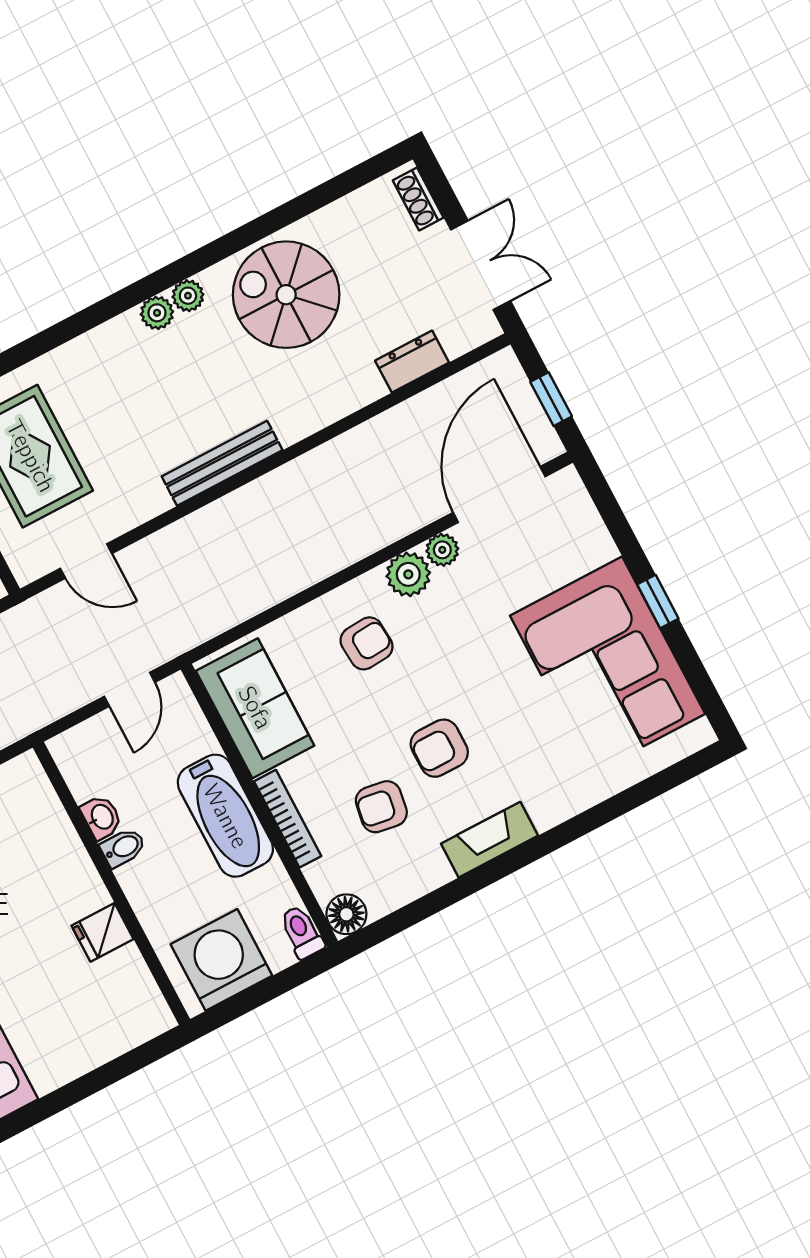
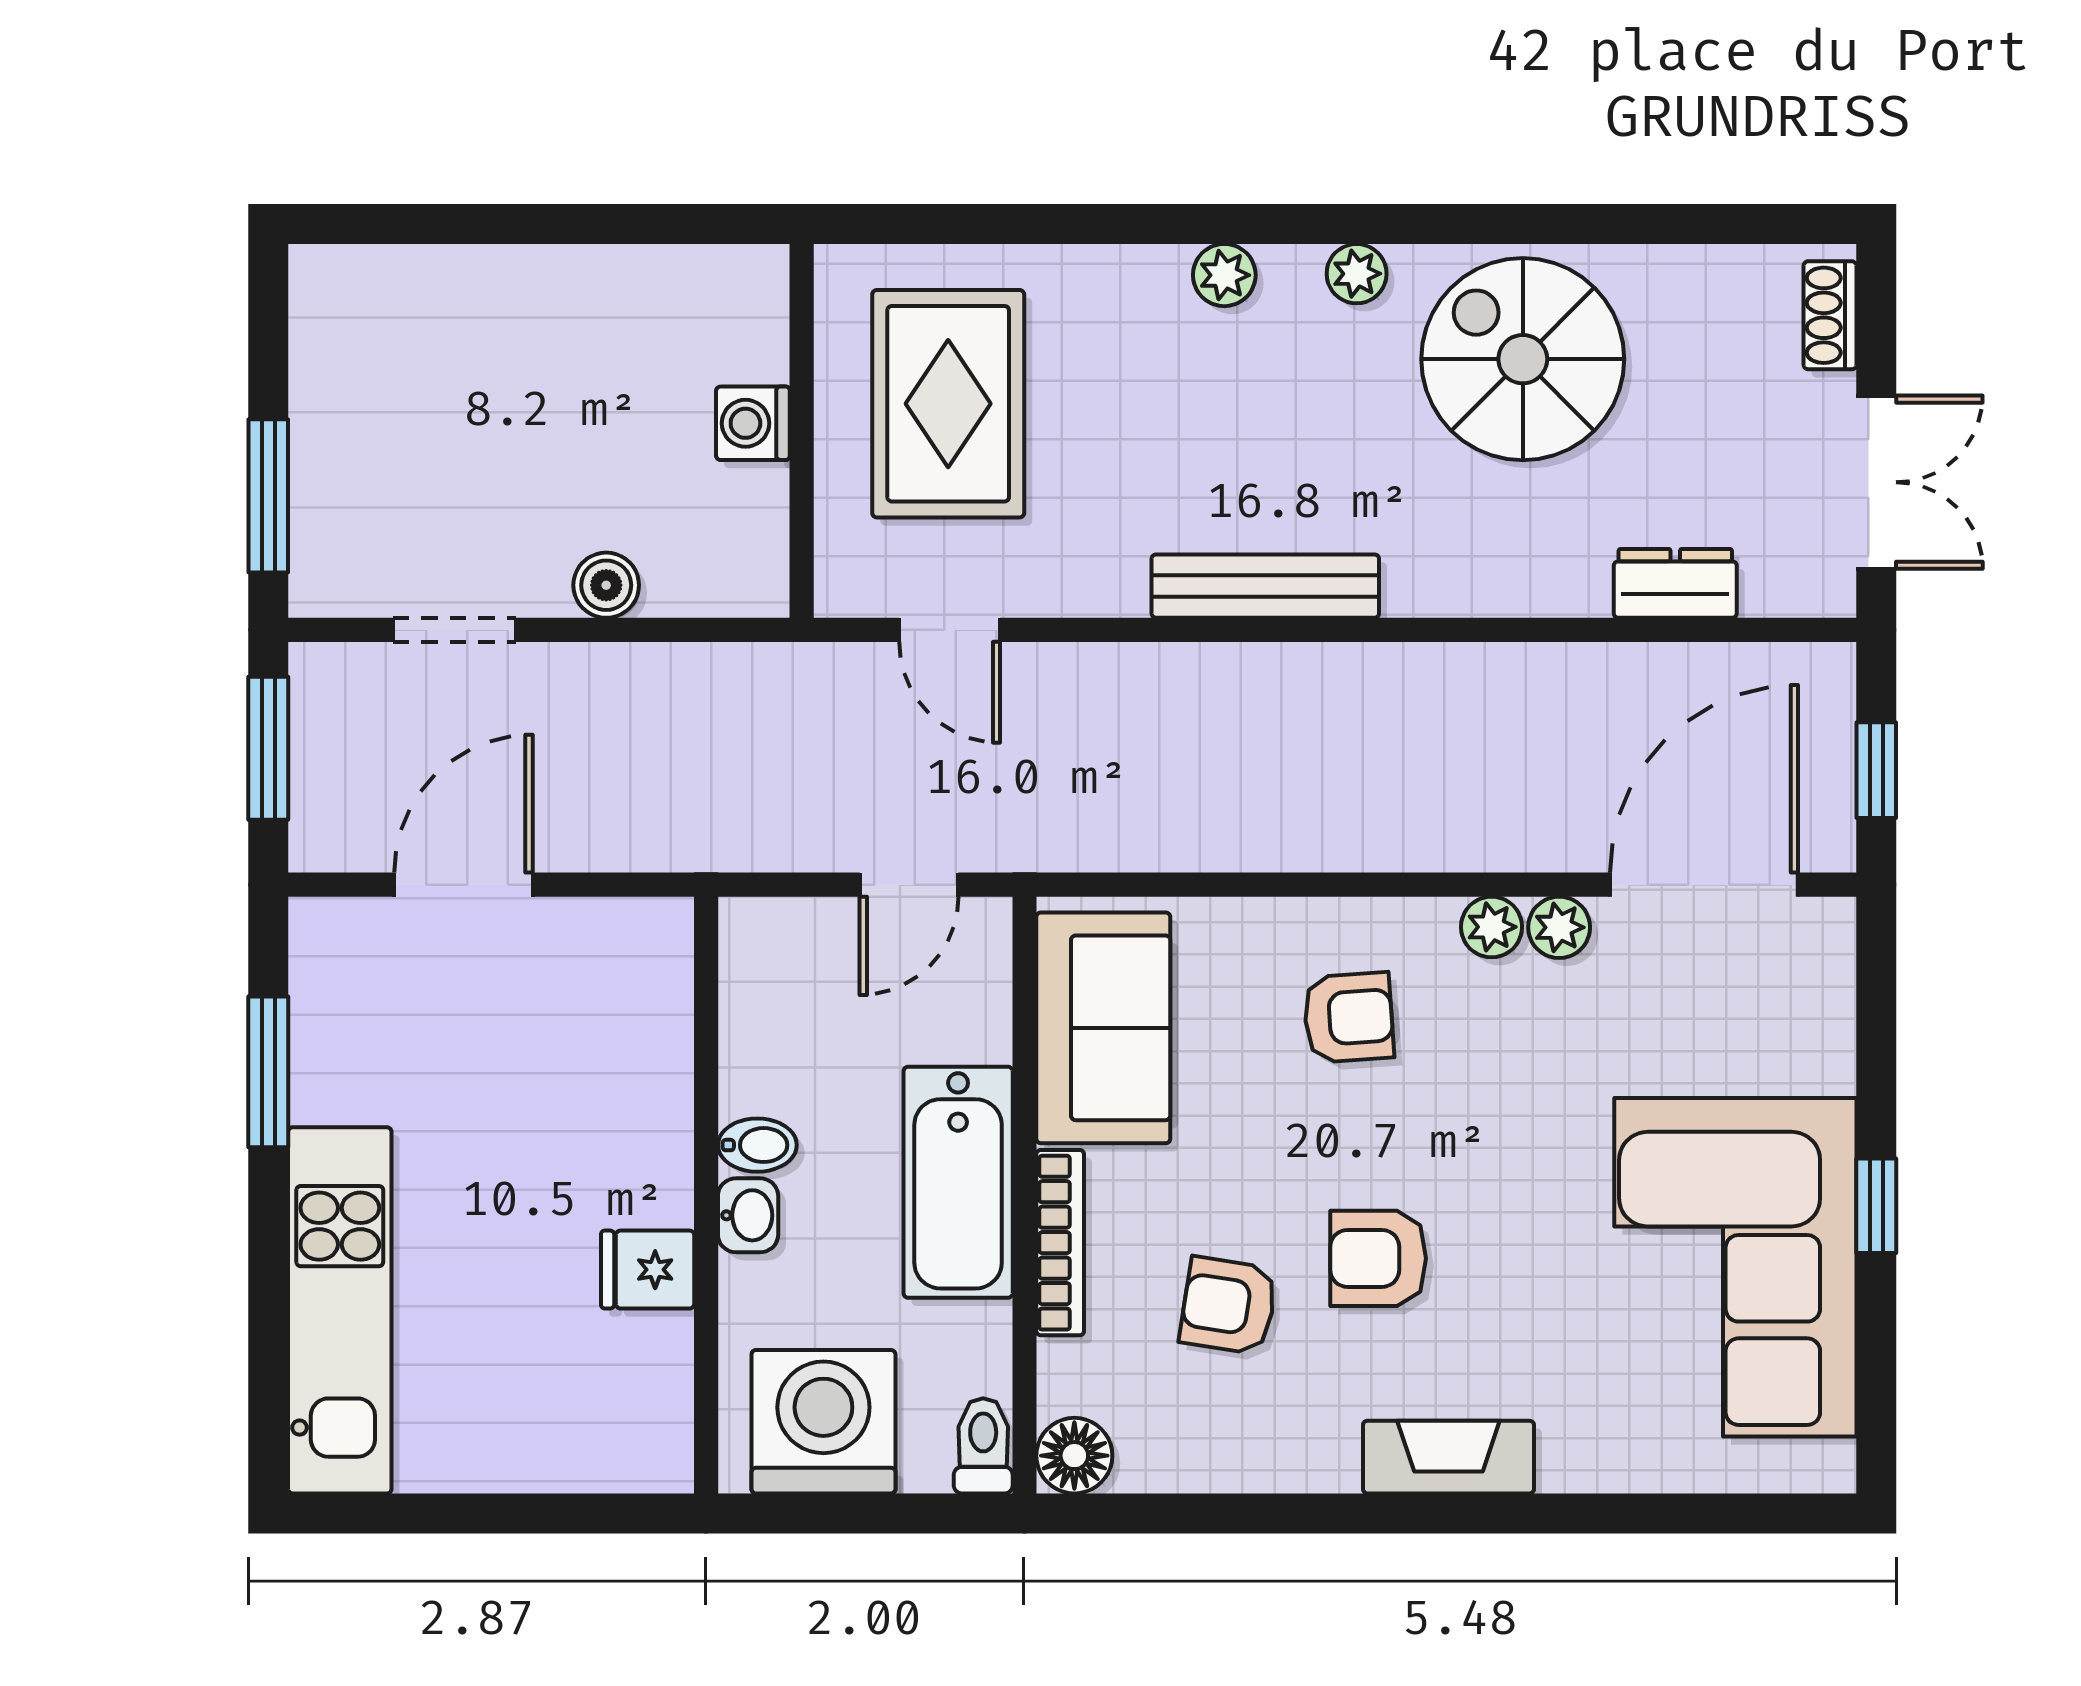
plant: (157, 313) -> (1224, 275), moved
plant: (408, 574) -> (1492, 927), width x0.73, depth x0.73
washbasin: (101, 817) -> (748, 1215), moved
fireplace: (490, 840) -> (1448, 1457), moved

